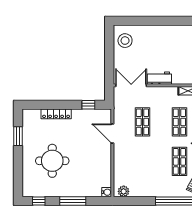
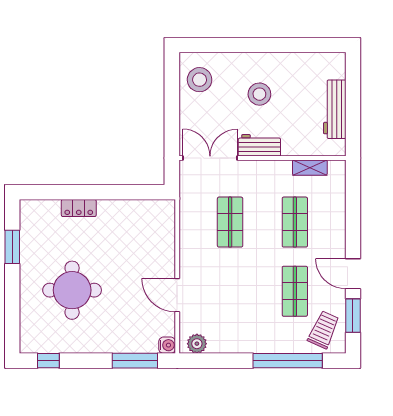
stool: (159, 49) -> (259, 94), added
window: (88, 105) -> (135, 192), removed
locker: (56, 114) -> (79, 208), width x0.66
door: (112, 133) -> (177, 295), moved
window: (73, 201) -> (135, 361), moved

